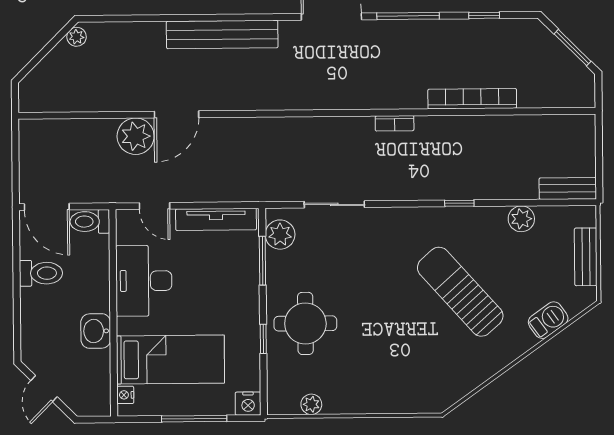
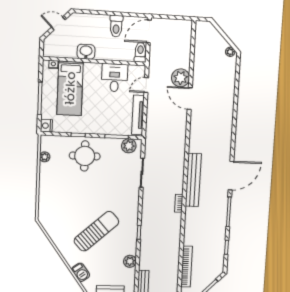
bench: (222, 34) -> (193, 180), moved
bookcase: (472, 99) -> (187, 267), moved
desk: (144, 281) -> (114, 78), width x0.73

